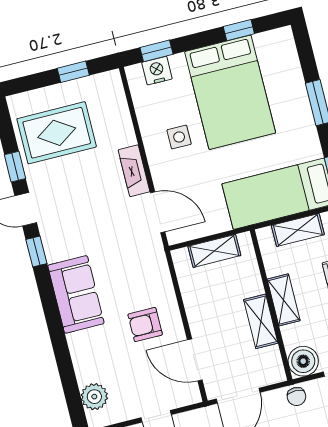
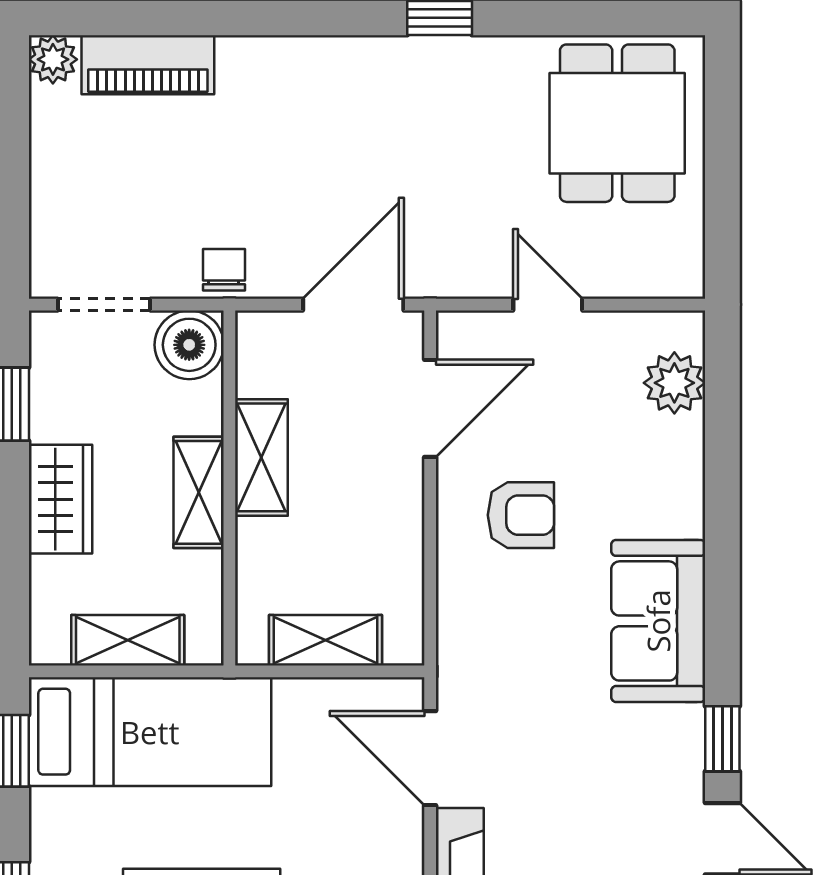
door: (195, 360) -> (430, 408), hinge flipped

